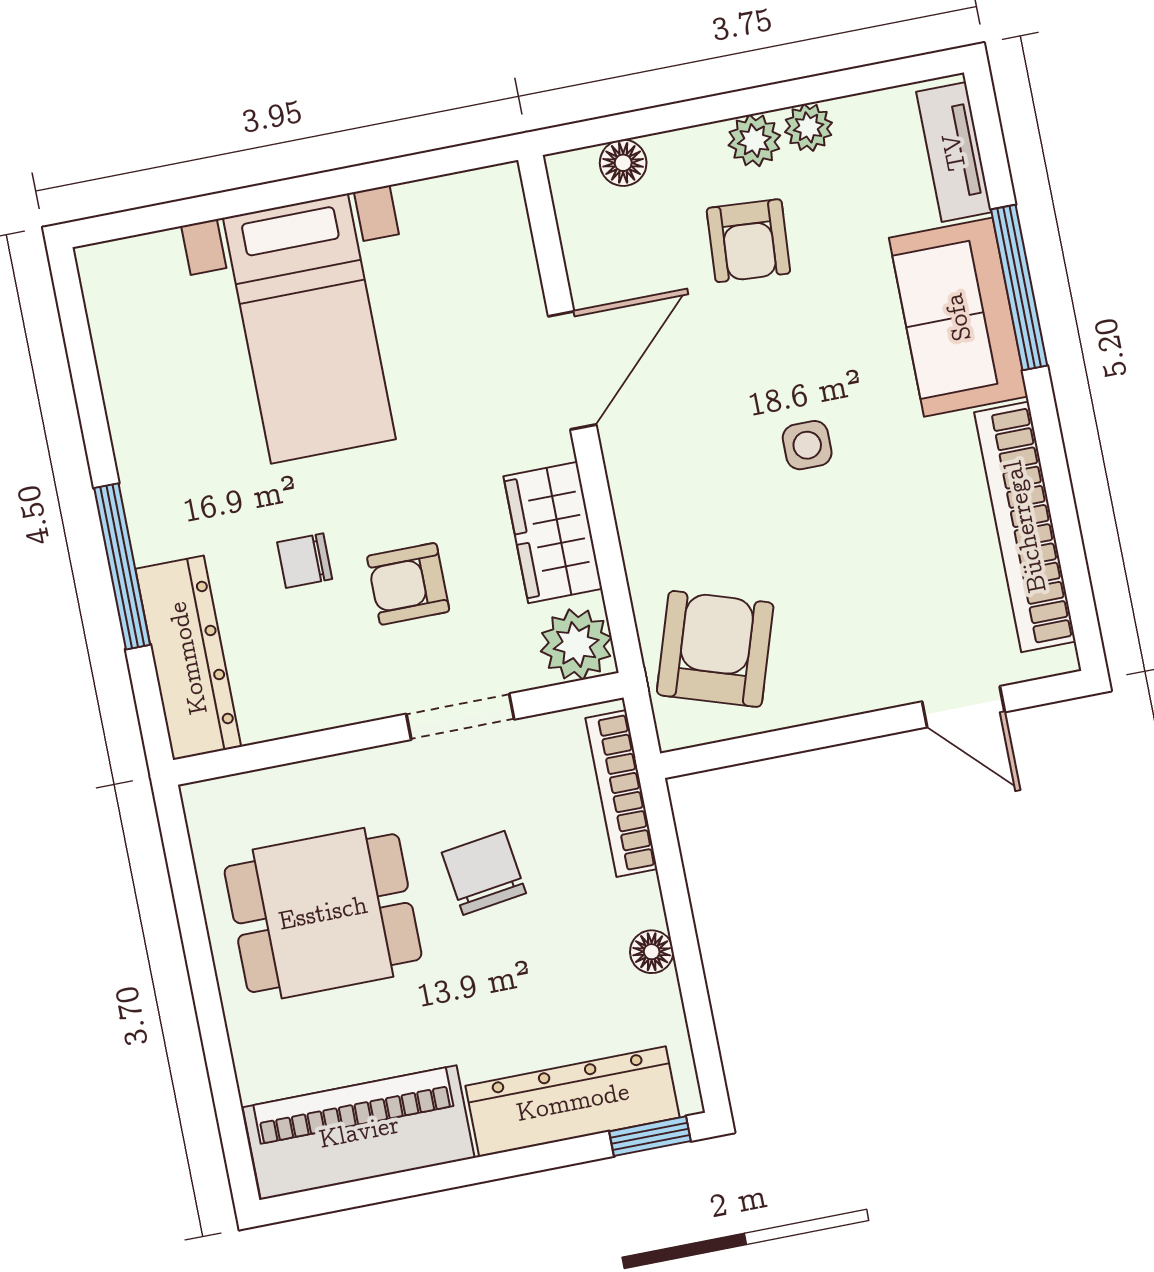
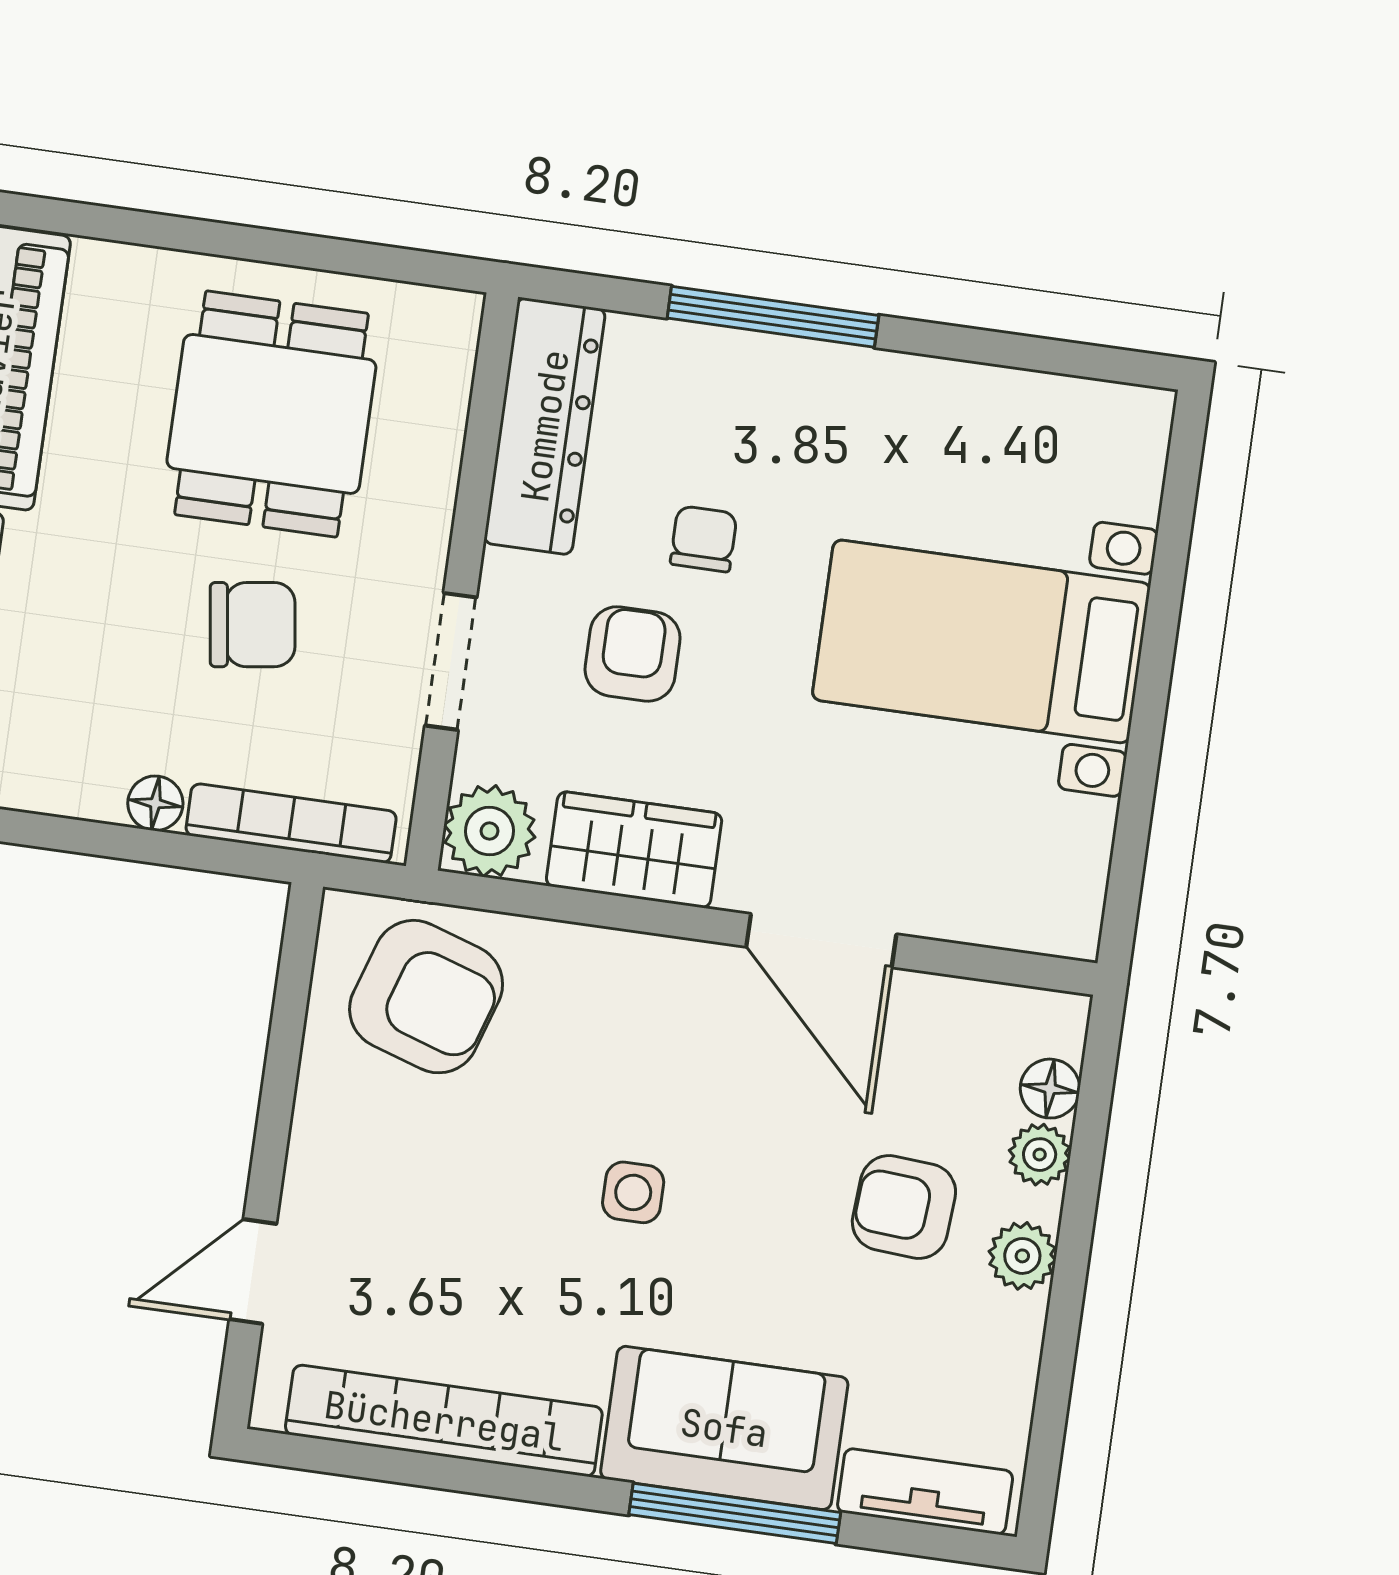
plant: (808, 127) -> (1040, 1155), moved
dresser: (188, 658) -> (545, 426), moved, turned -90
floor lamp: (652, 952) -> (155, 803), moved

